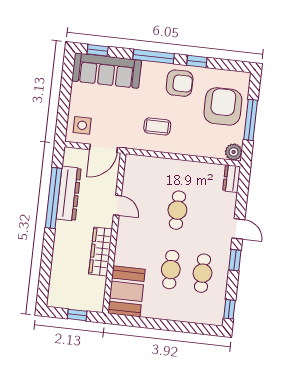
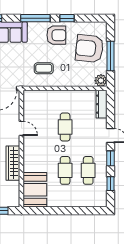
armchair: (223, 106) -> (89, 49), turned -84
dresser: (232, 179) -> (102, 104), width x1.44
window: (229, 309) -> (111, 184), moved

